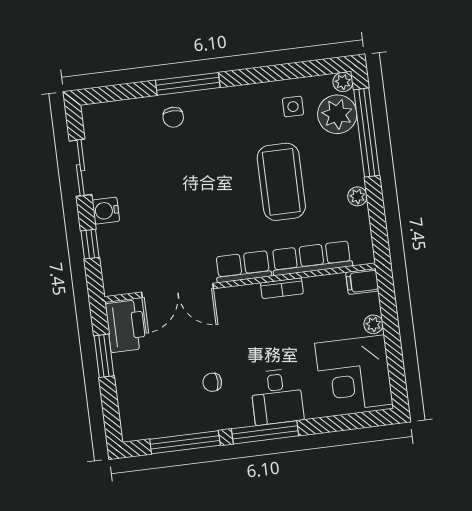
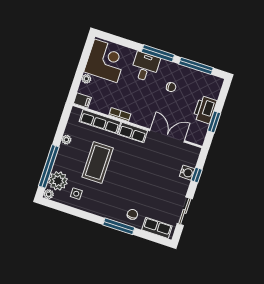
row of seats: (117, 114) -> (157, 228), added
water cooler: (106, 211) -> (187, 173), moved
printer: (126, 326) -> (205, 110), moved

